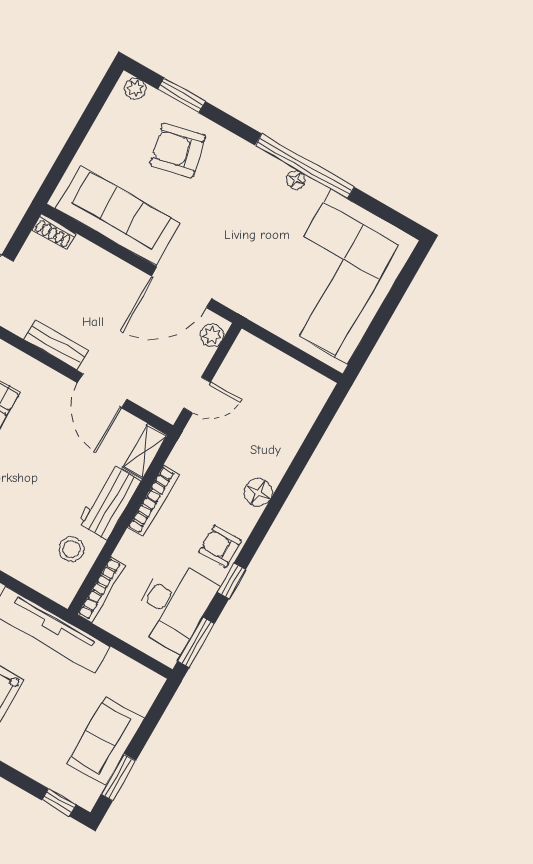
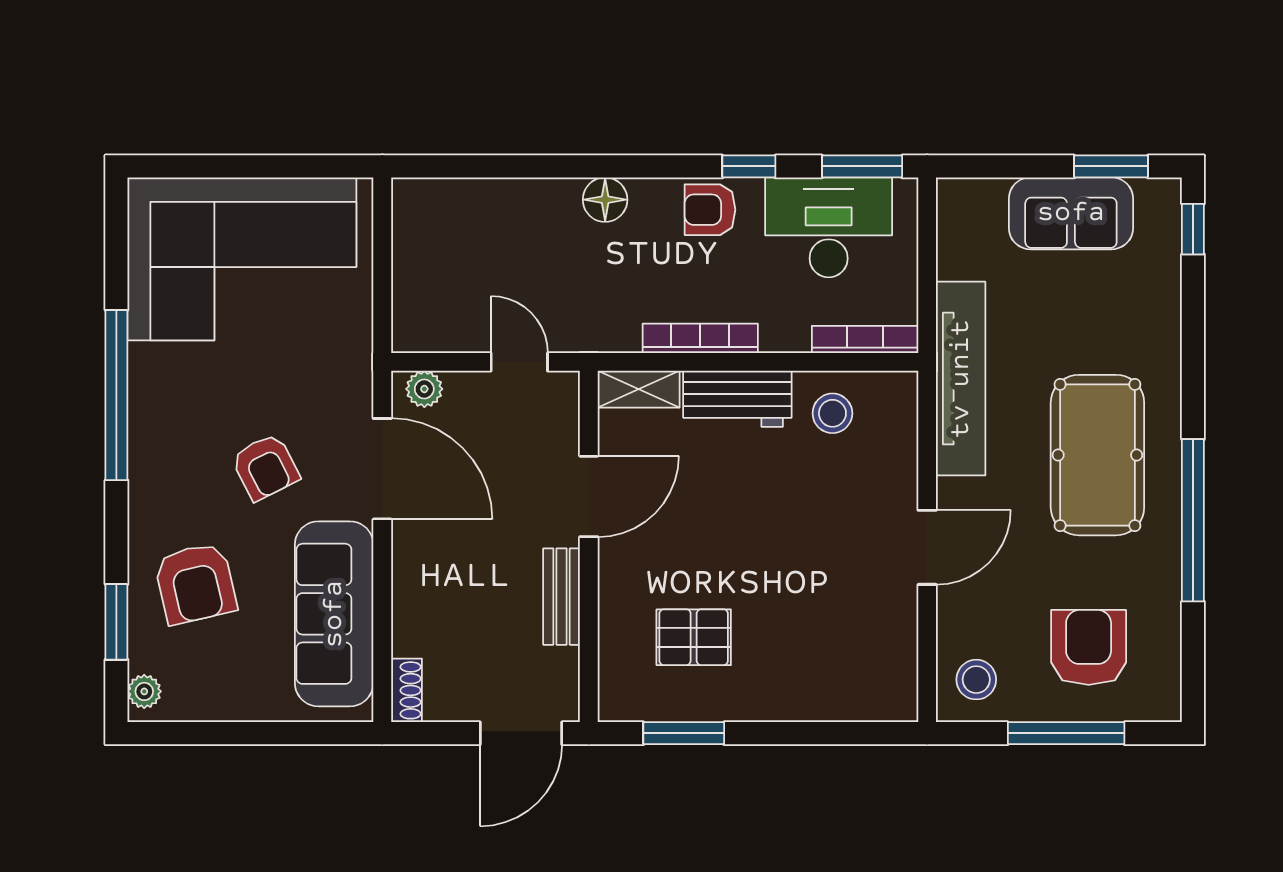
floor lamp: (296, 180) -> (142, 396), removed
armchair: (219, 225) -> (265, 467), added
armchair: (220, 546) -> (710, 210), turned 90

